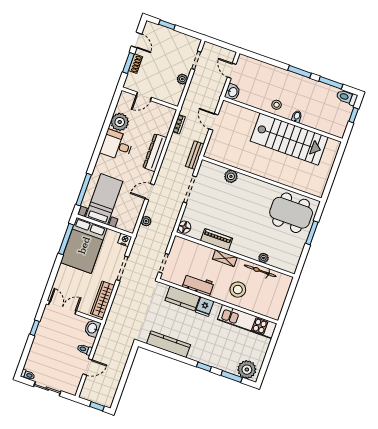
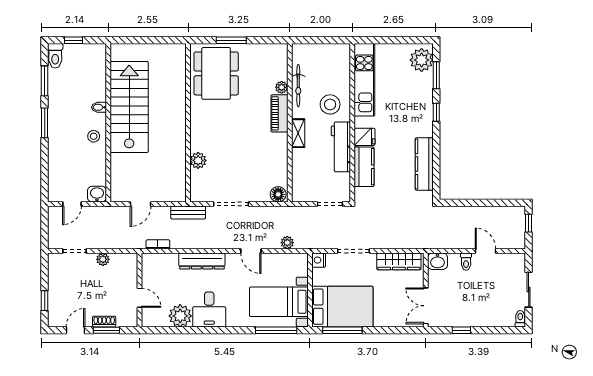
piano: (217, 240) -> (279, 113), moved
workbench: (198, 285) -> (341, 147), width x1.38

